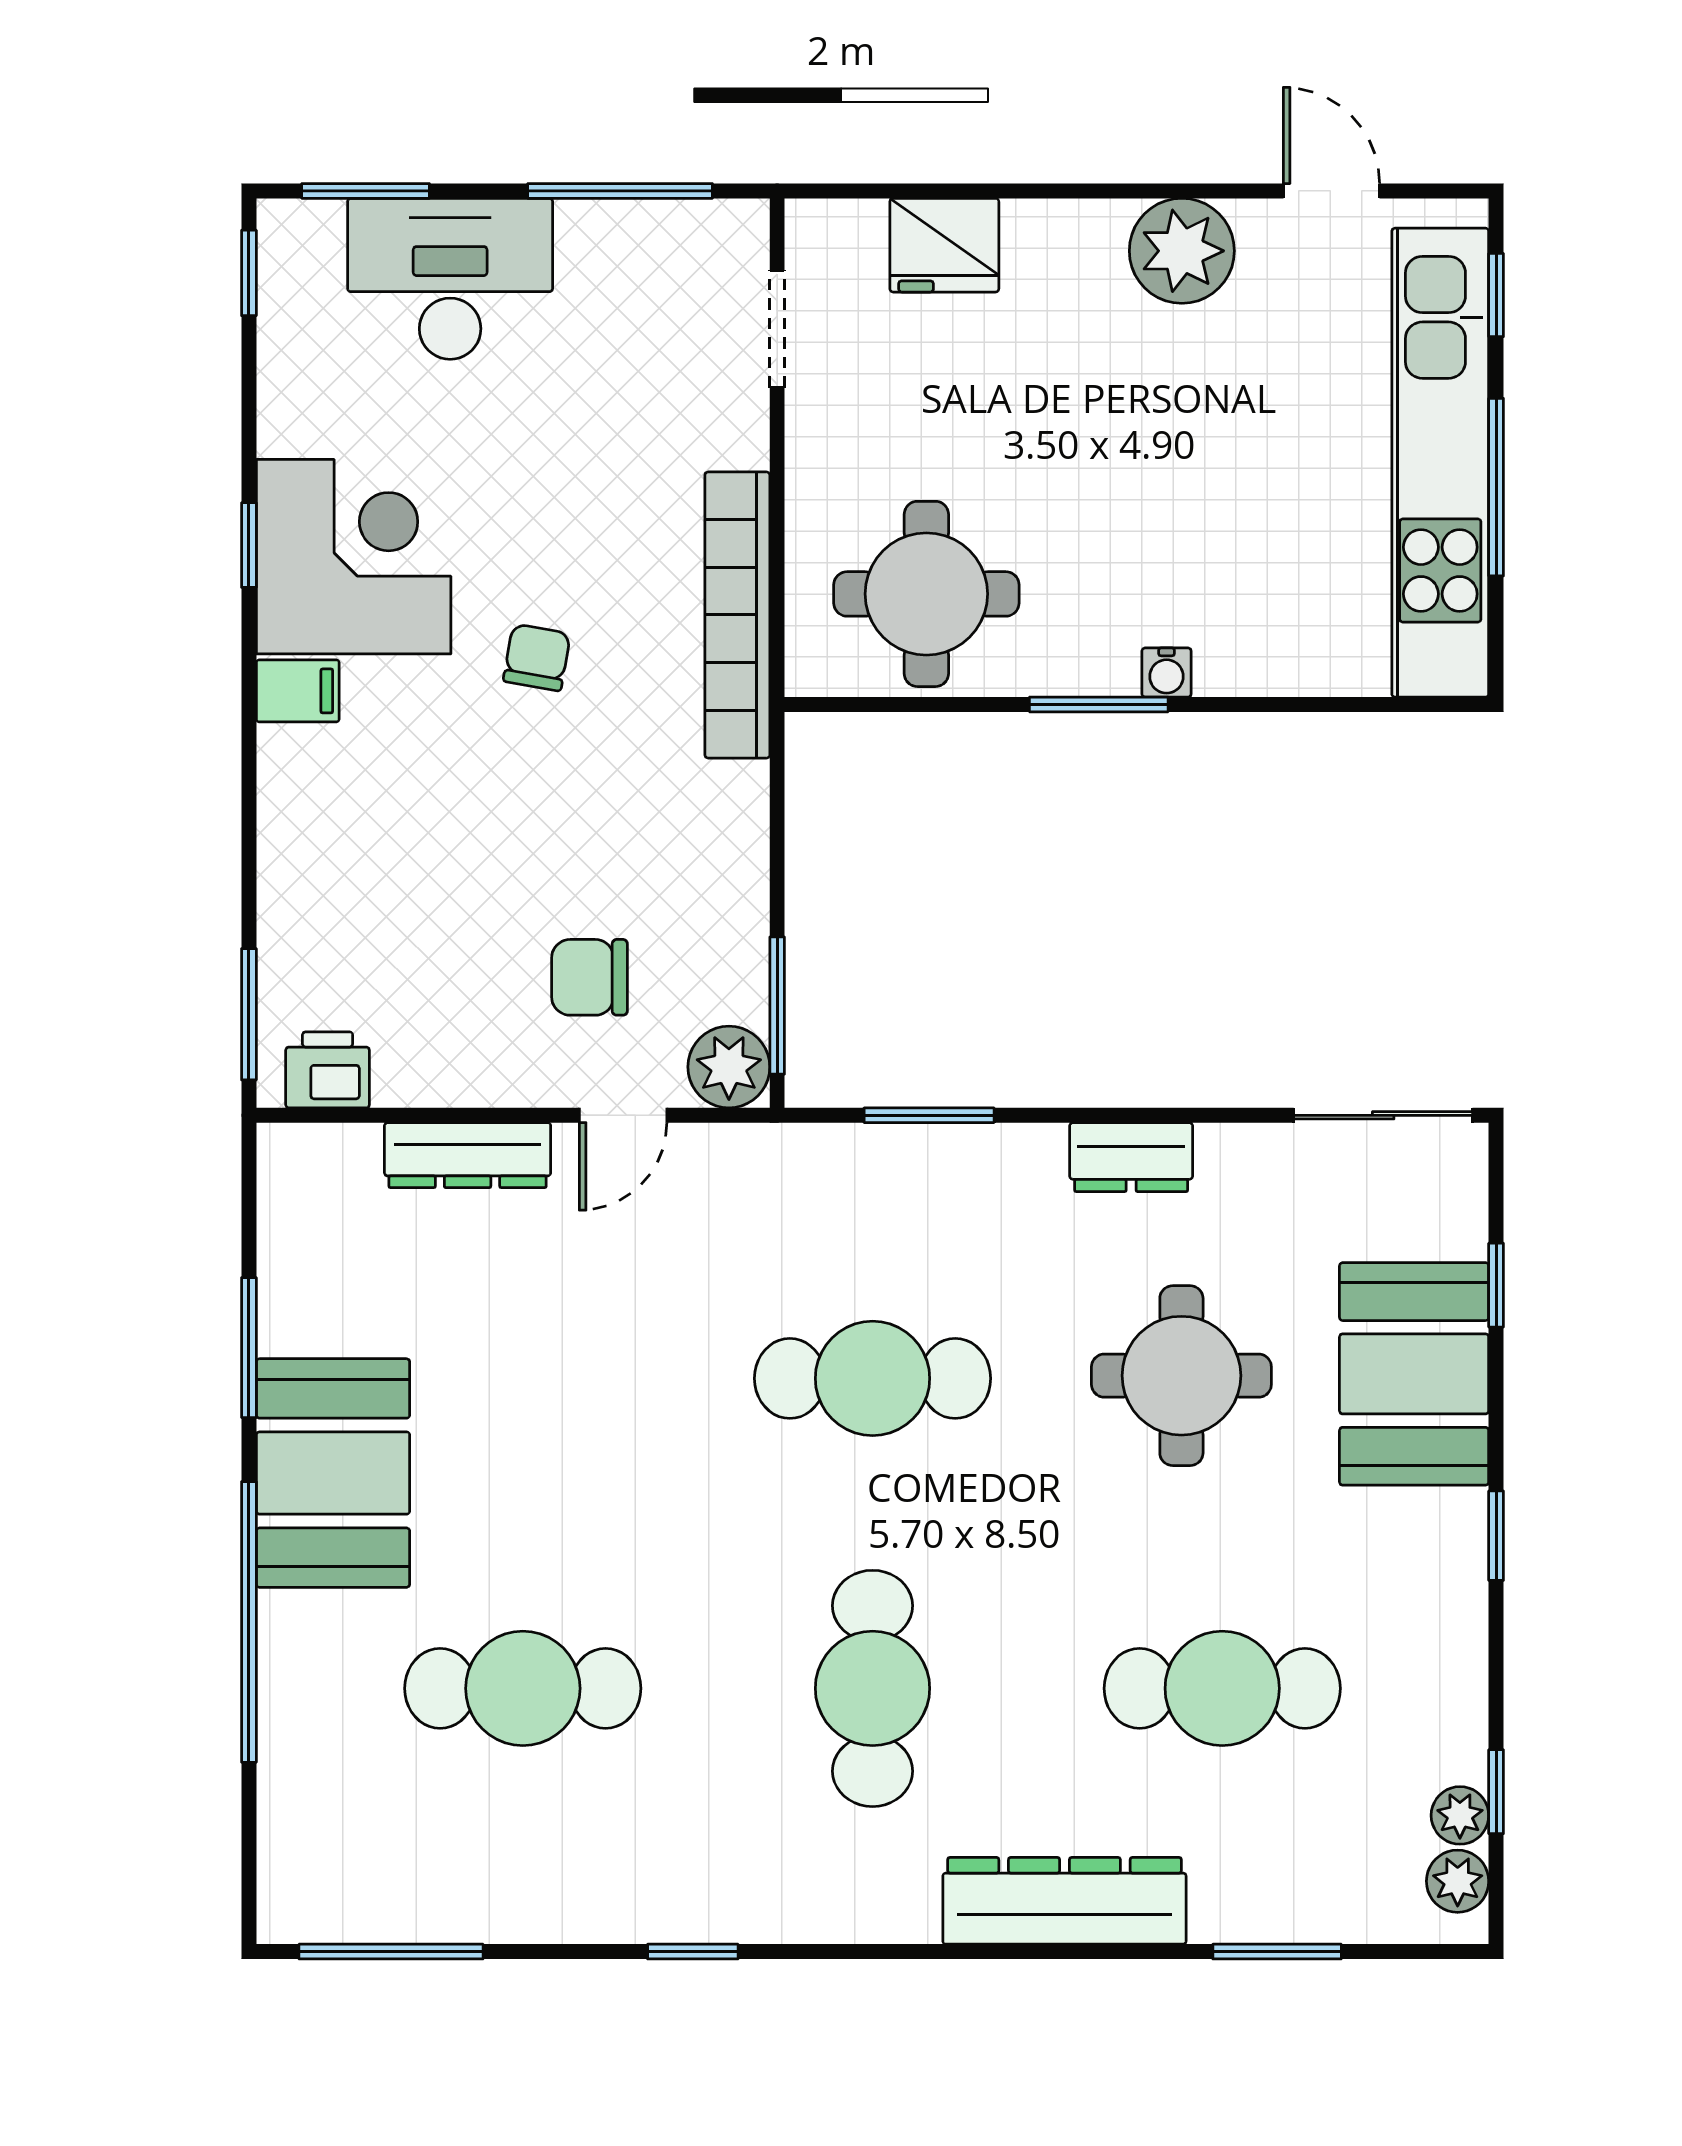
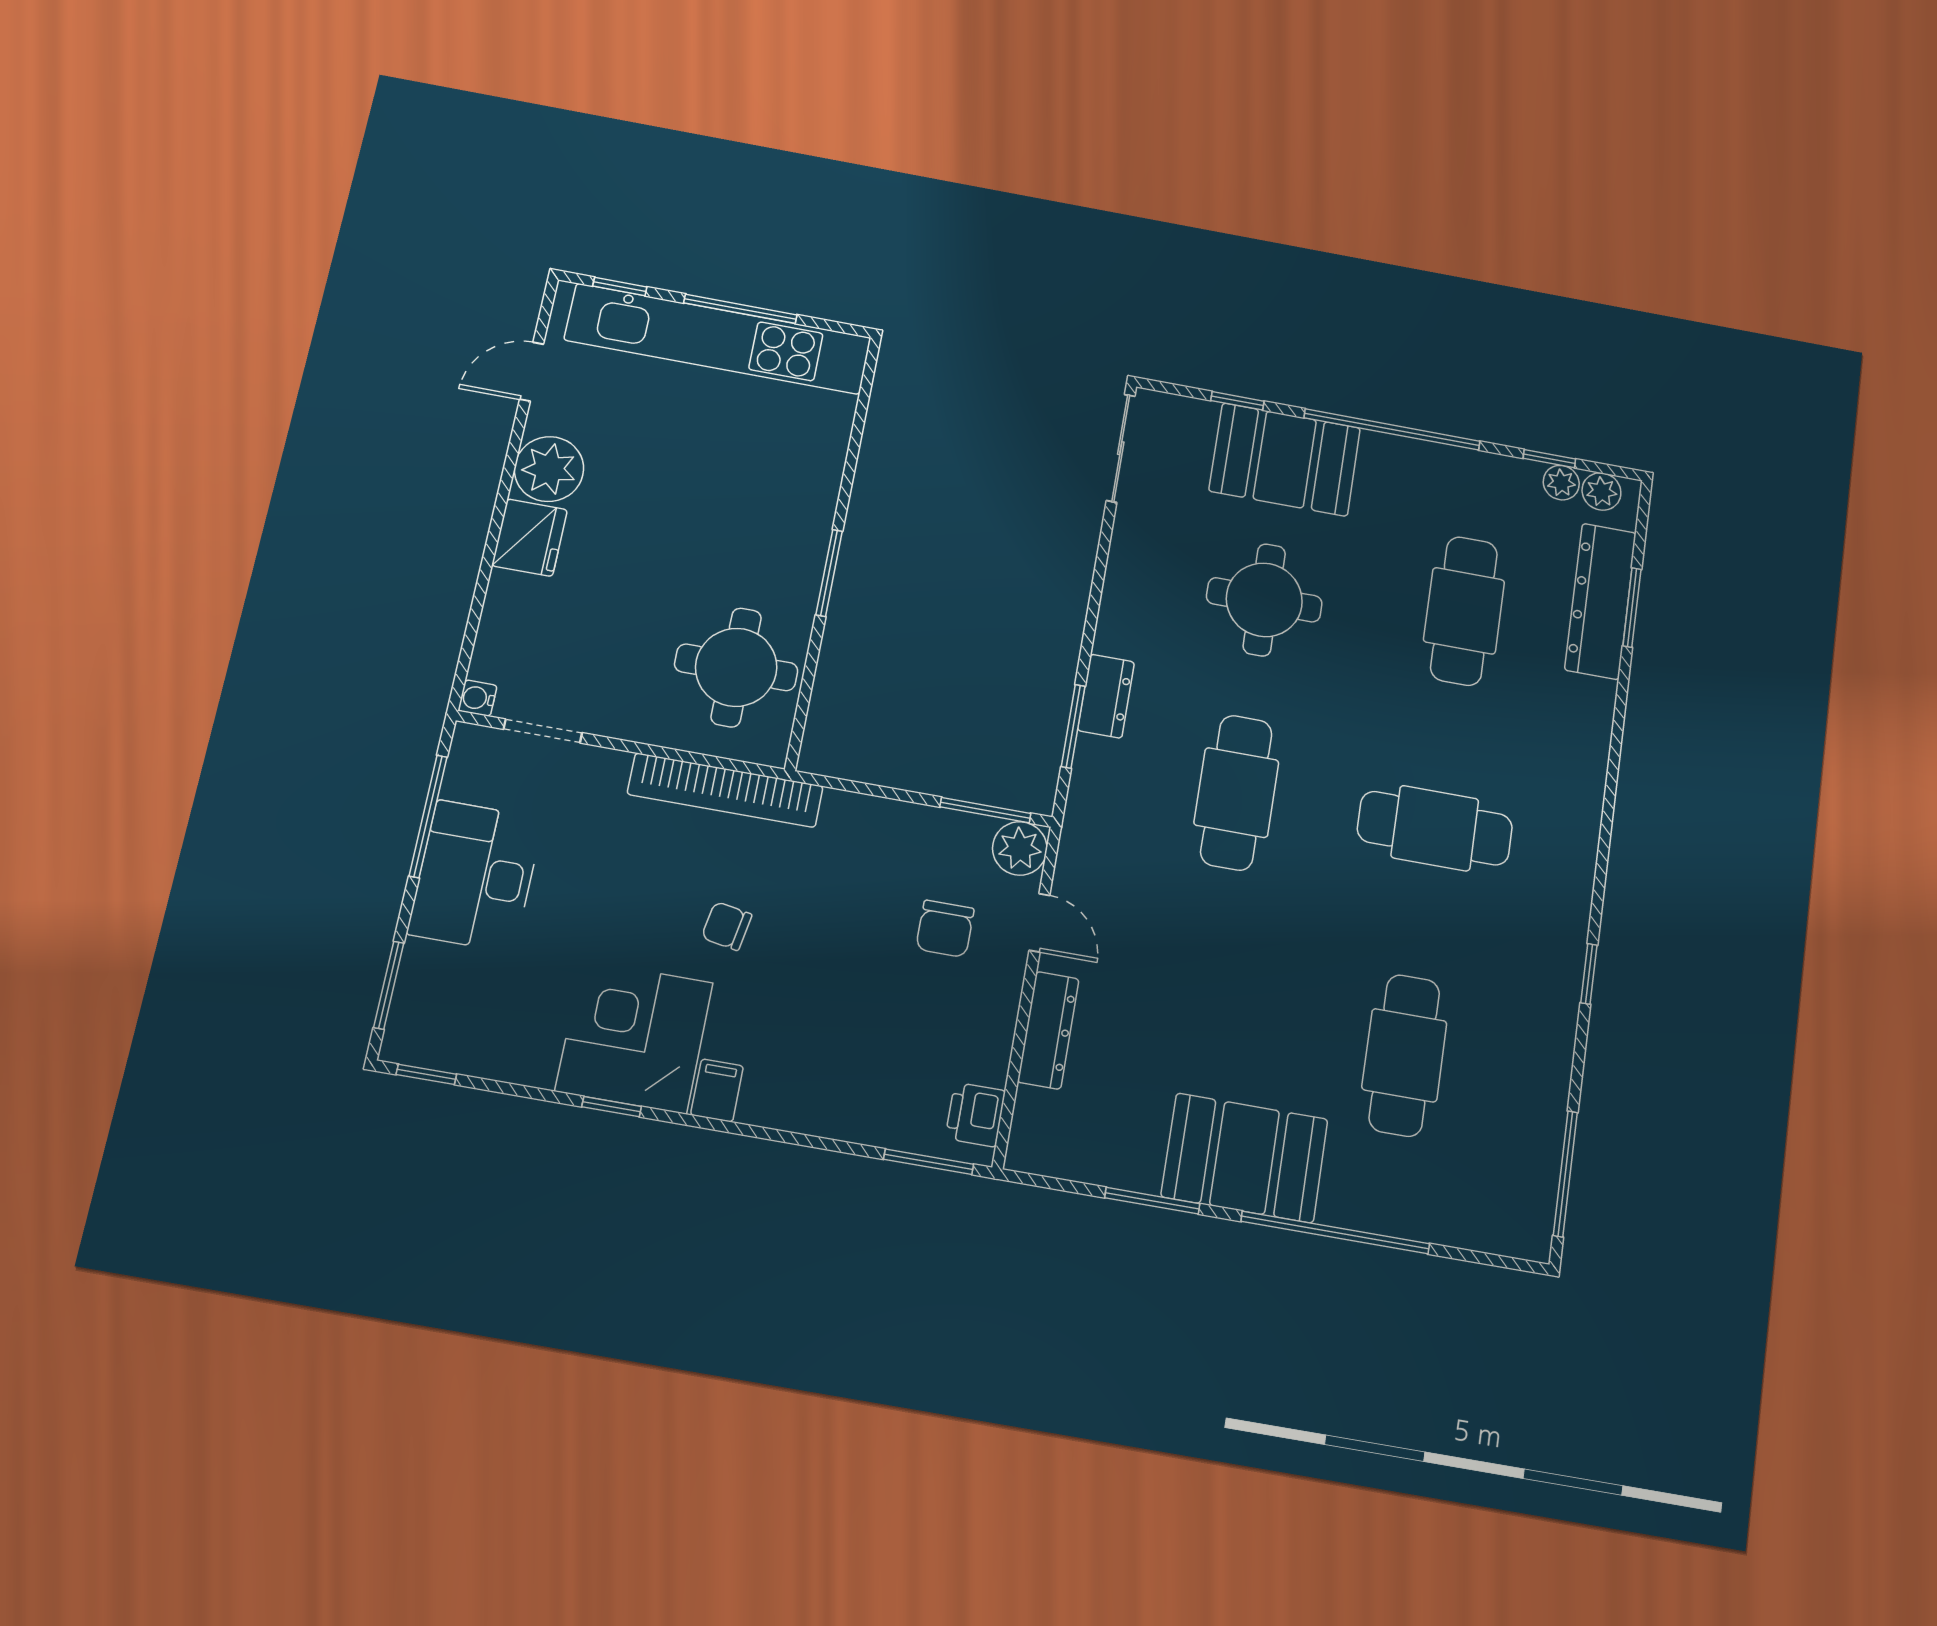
fridge: (944, 245) -> (530, 538), moved
desk: (450, 279) -> (475, 876), moved
water cooler: (1167, 673) -> (477, 698), moved, turned 180
dresser: (1131, 1157) -> (1106, 696), moved
window: (1496, 1536) -> (1392, 429), width x3.17
dresser: (1064, 1901) -> (1601, 601), moved

